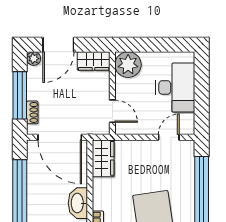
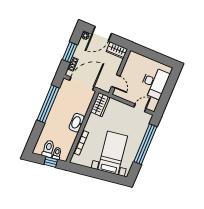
plant: (128, 65) -> (134, 60), removed
window: (20, 95) -> (70, 52), width x0.69
door: (60, 137) -> (82, 84), swing flipped

